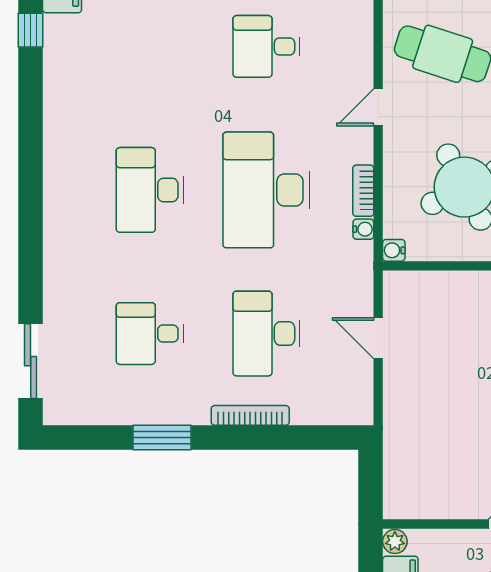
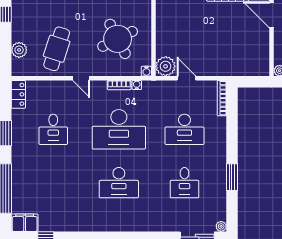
plant: (404, 292) -> (166, 66), added
door: (378, 338) -> (187, 78), swing flipped
plant: (54, 414) -> (221, 226), added
bookcase: (250, 415) -> (222, 98), moved

